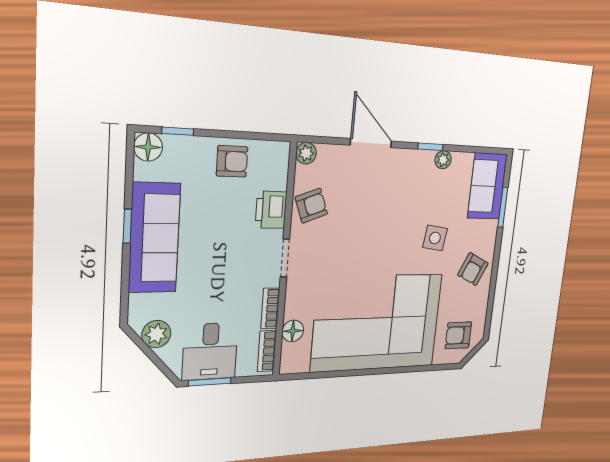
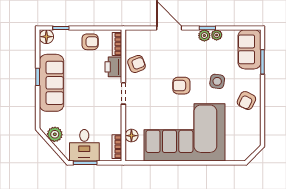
plant: (306, 153) -> (204, 36), moved
bookcase: (270, 308) -> (117, 44), moved
armchair: (458, 335) -> (181, 86), moved

